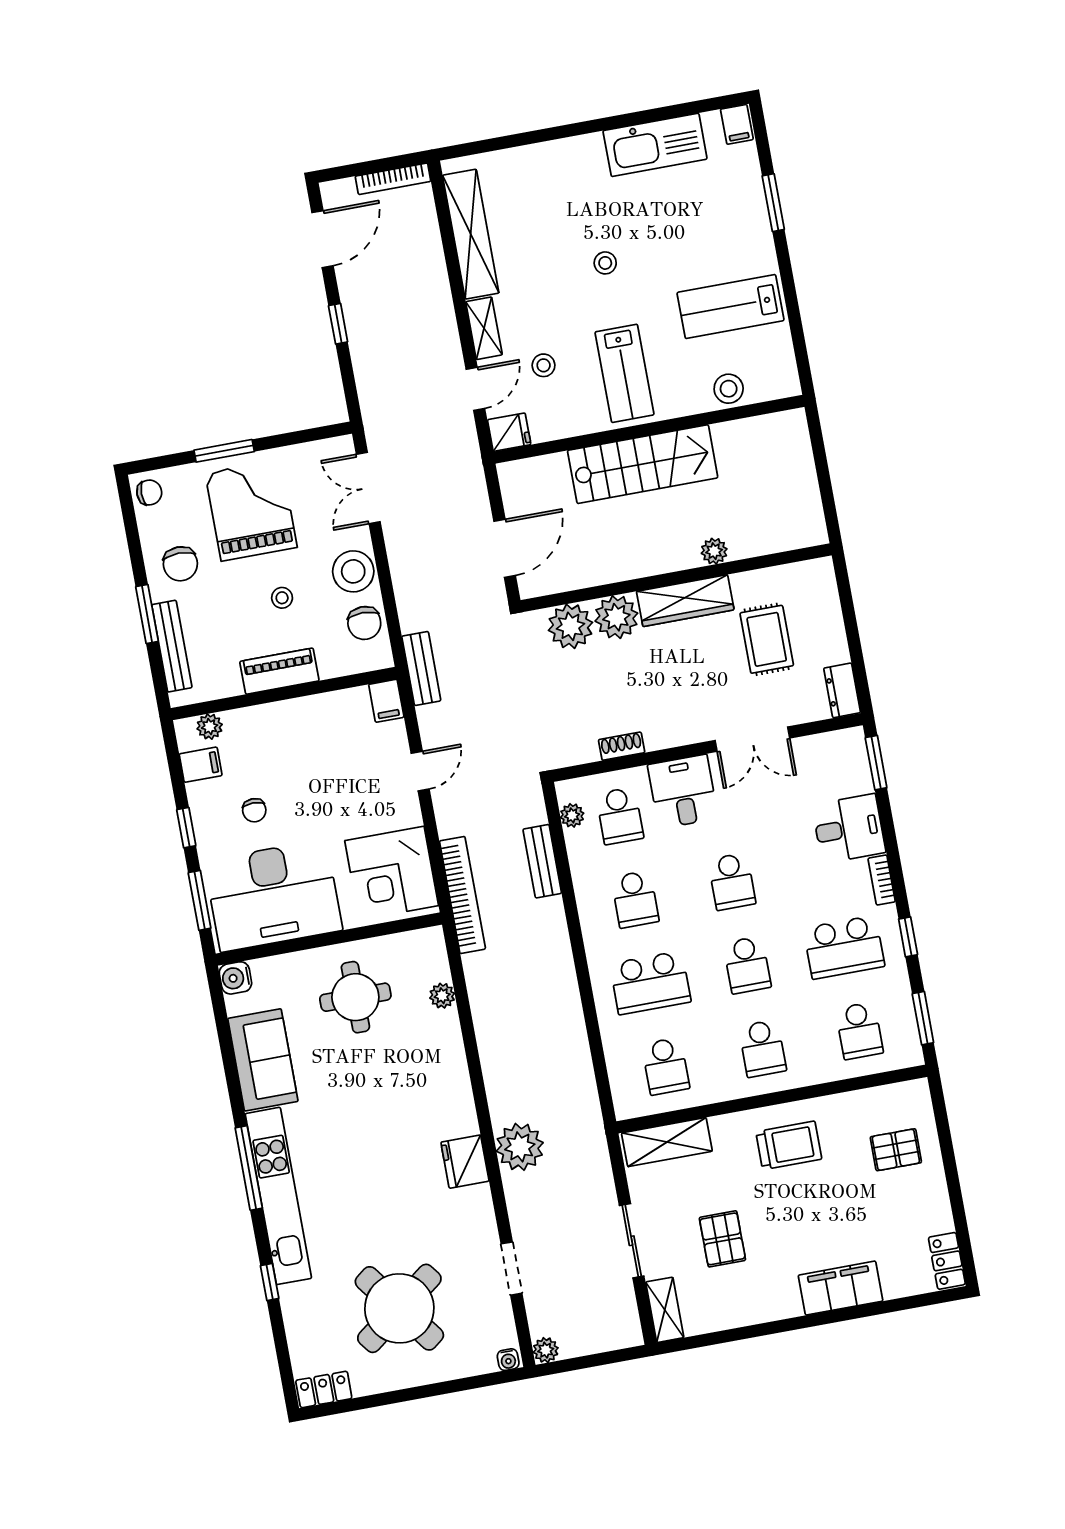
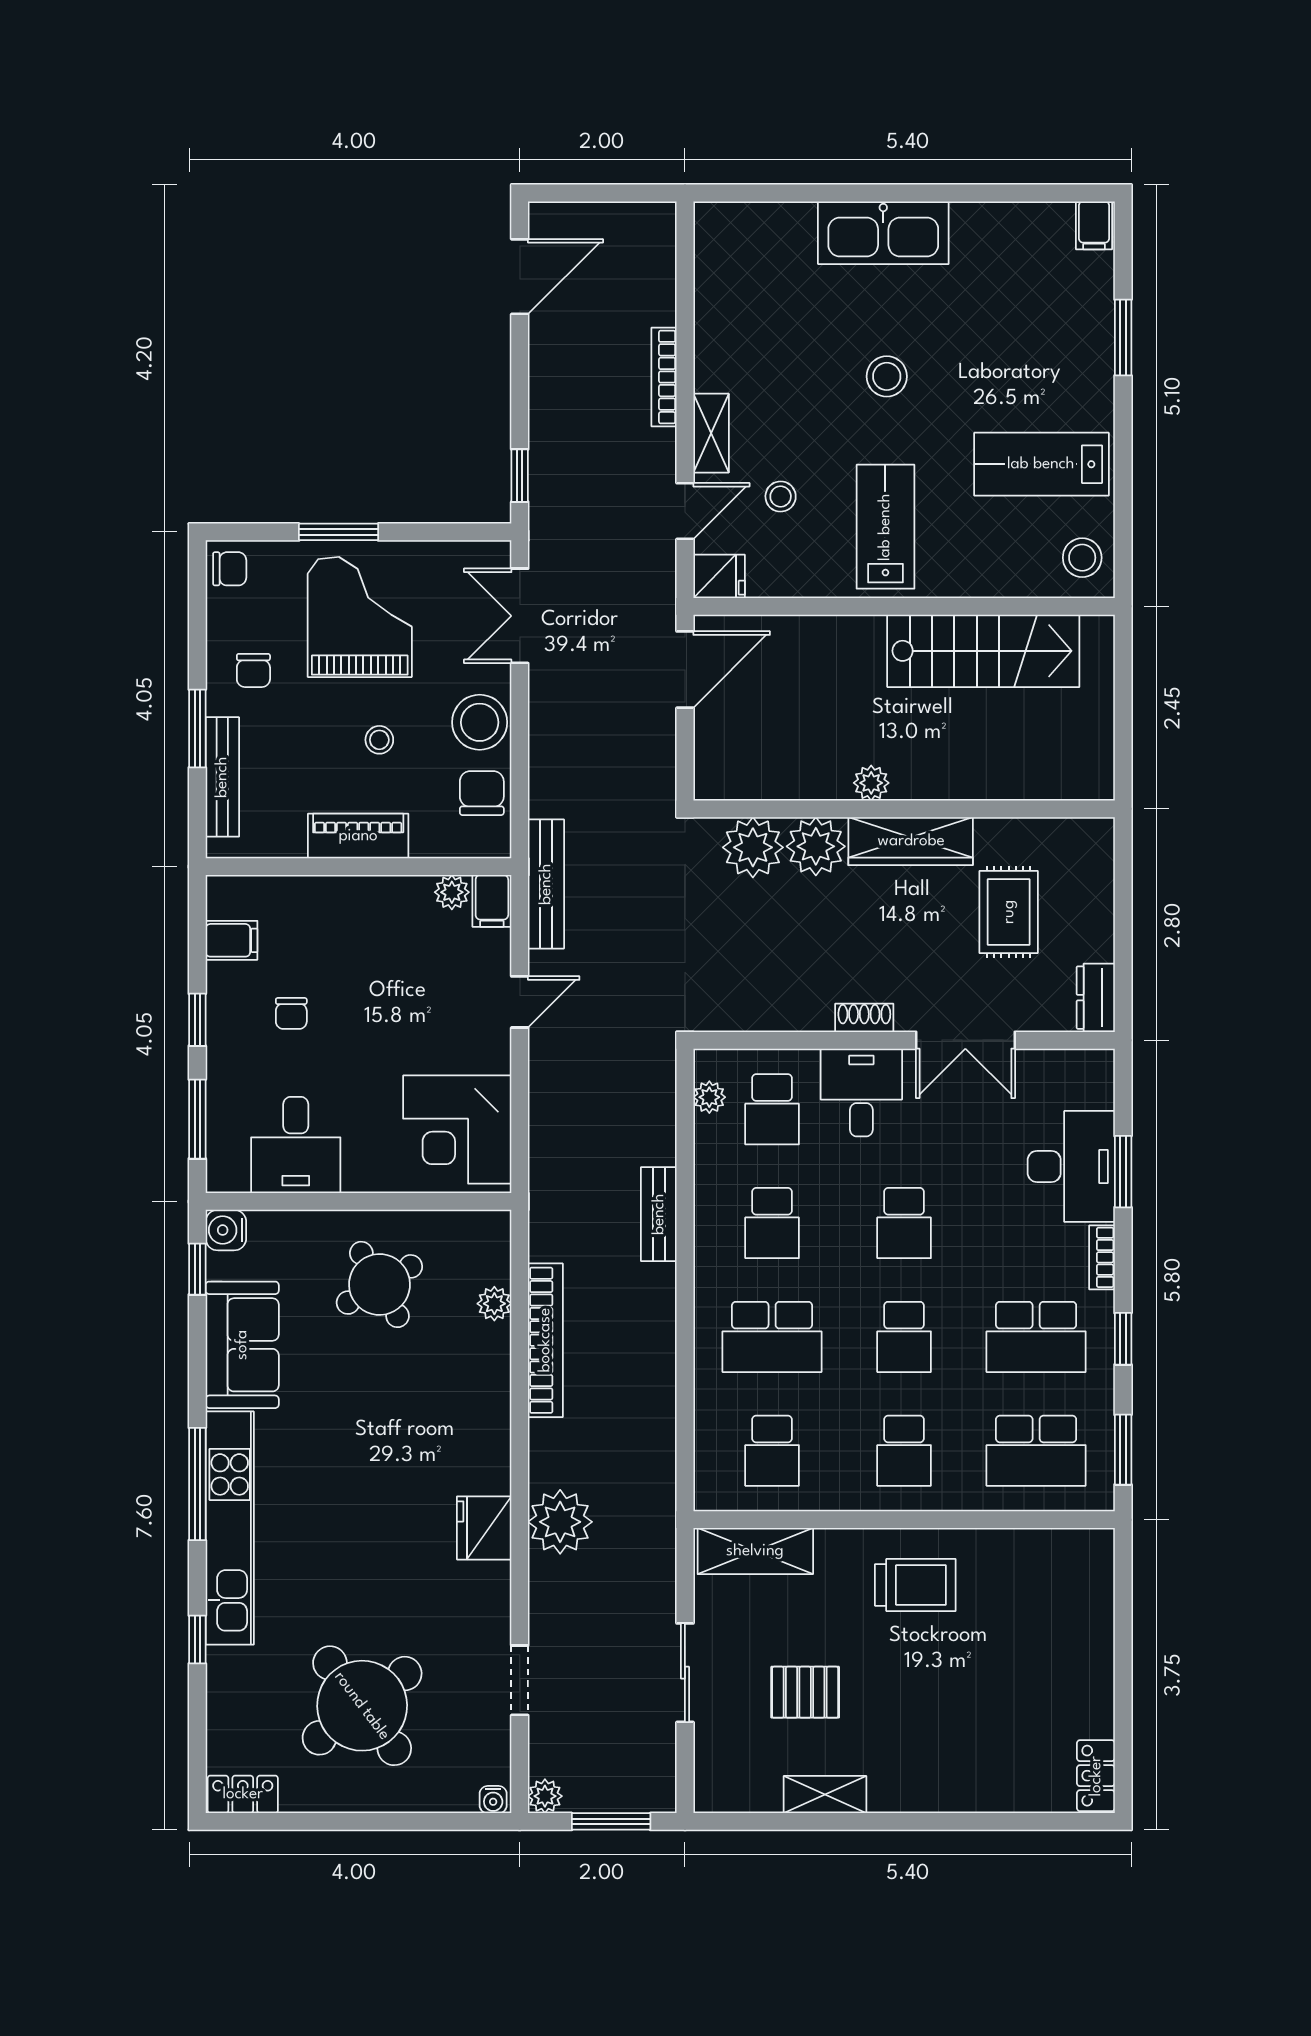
kitchen sink: (655, 145) -> (883, 233), moved
bookcase: (393, 179) -> (664, 377), moved, turned 90
shelving: (471, 234) -> (716, 306), removed
stool: (605, 263) -> (887, 376), width x1.37, depth x1.37
window: (338, 324) -> (520, 476), moved
lab bench: (625, 373) -> (885, 527), turned 180
stool: (729, 389) -> (1082, 558), moved
stairs: (643, 464) -> (983, 651), moved
door: (505, 548) -> (685, 670), moved
plant: (714, 551) -> (871, 783), moved
chair: (180, 564) -> (253, 670), width x0.73, depth x0.73
chair: (364, 623) -> (482, 793), turned 180
bench: (421, 668) -> (546, 884), width x1.36
plant: (210, 727) -> (452, 892), moved
shoe rack: (622, 746) -> (864, 1018), moved
window: (876, 763) -> (1123, 1172), moved
desk: (849, 829) -> (1071, 1166), width x1.37
bench: (542, 861) -> (659, 1214), moved
bookcase: (462, 895) -> (545, 1340), moved
desk: (273, 896) -> (296, 1145), width x0.53, depth x0.77
round table: (355, 997) -> (379, 1284), turned -30
window: (220, 1010) -> (197, 1269), added
school desk: (859, 1031) -> (1036, 1451), width x1.85
pallet: (896, 1150) -> (1056, 1617), removed
pallet: (722, 1239) -> (805, 1692), turned 90
filing cabinet: (841, 1288) -> (949, 1786), removed
shelving: (665, 1310) -> (825, 1795), moved, turned 90
window: (597, 1360) -> (611, 1821), added

